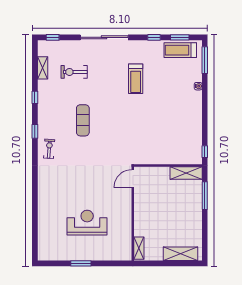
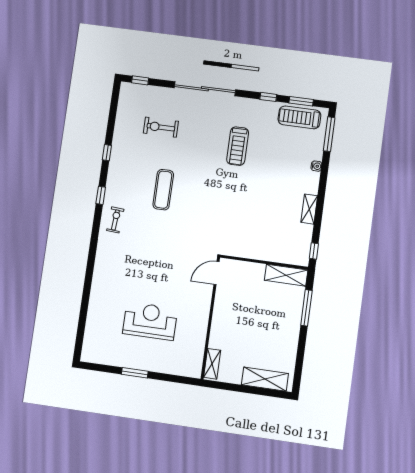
shelving: (43, 68) -> (309, 209), moved

